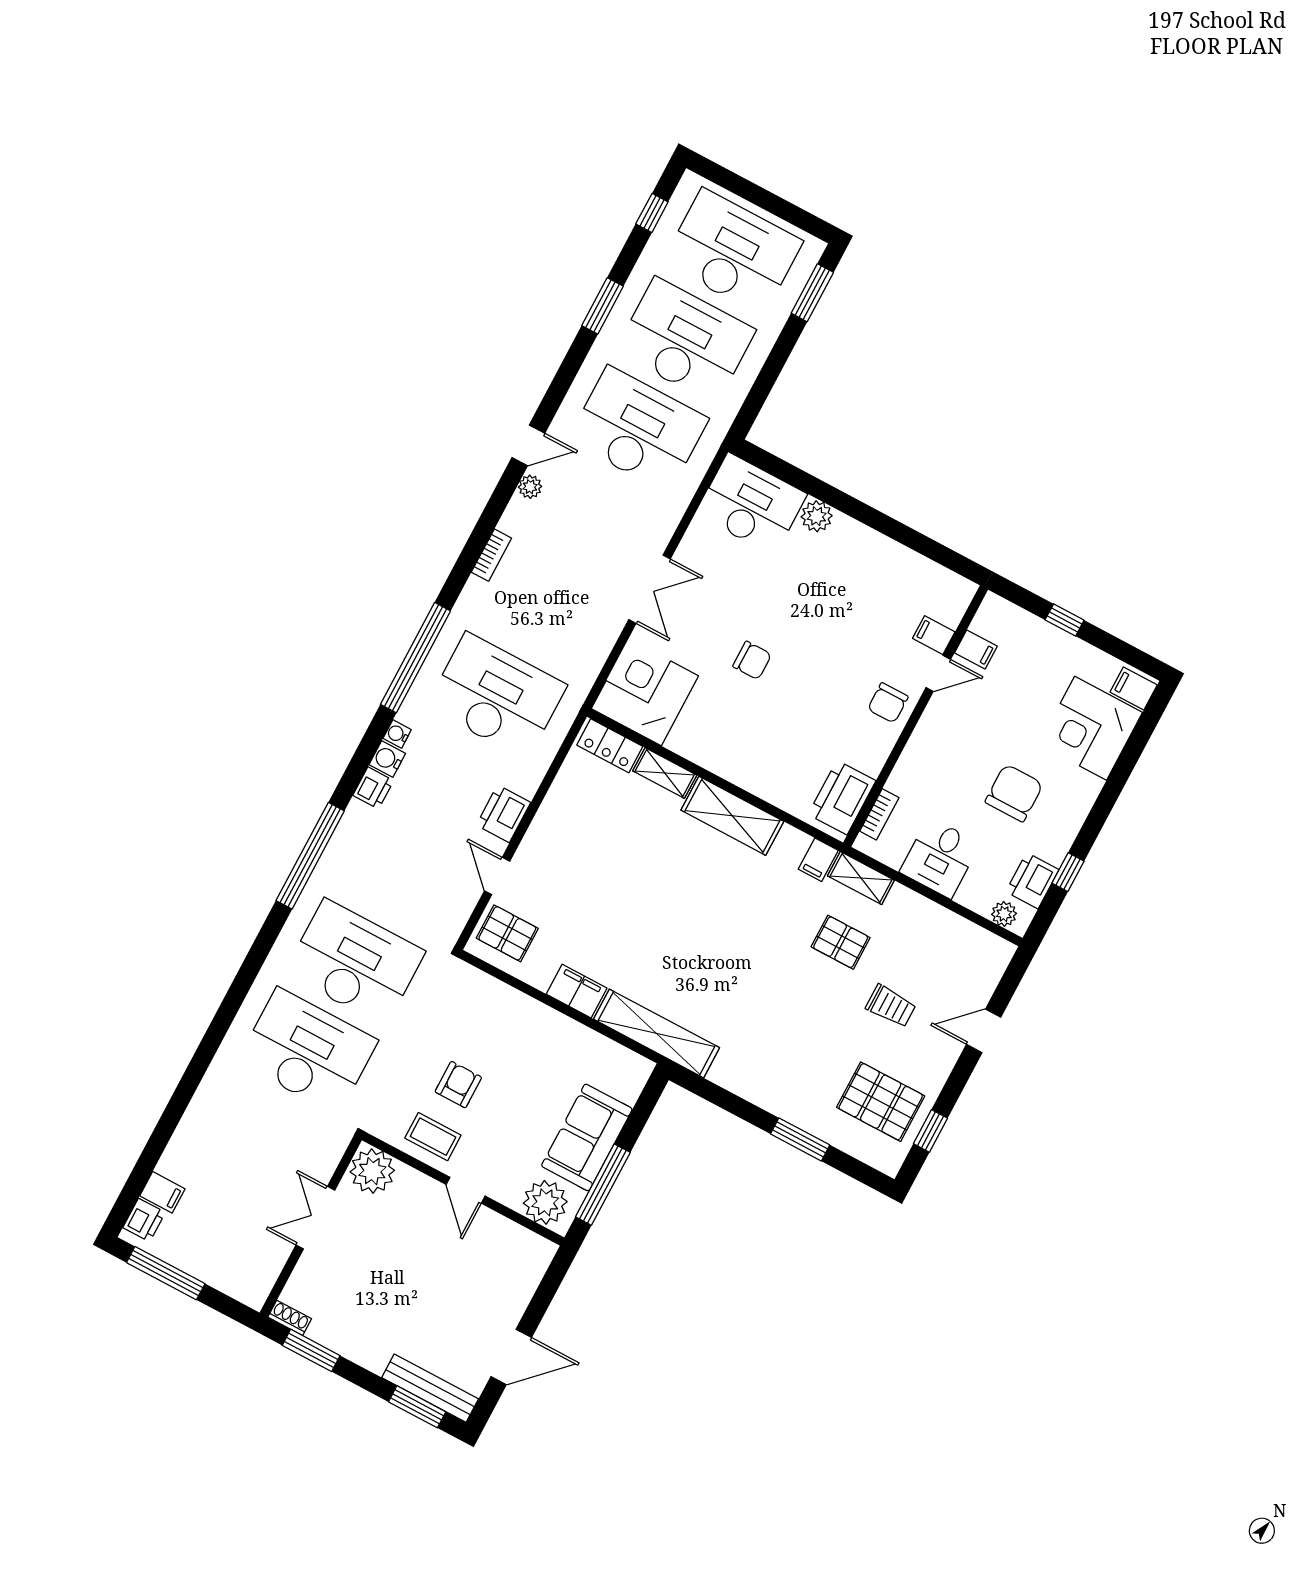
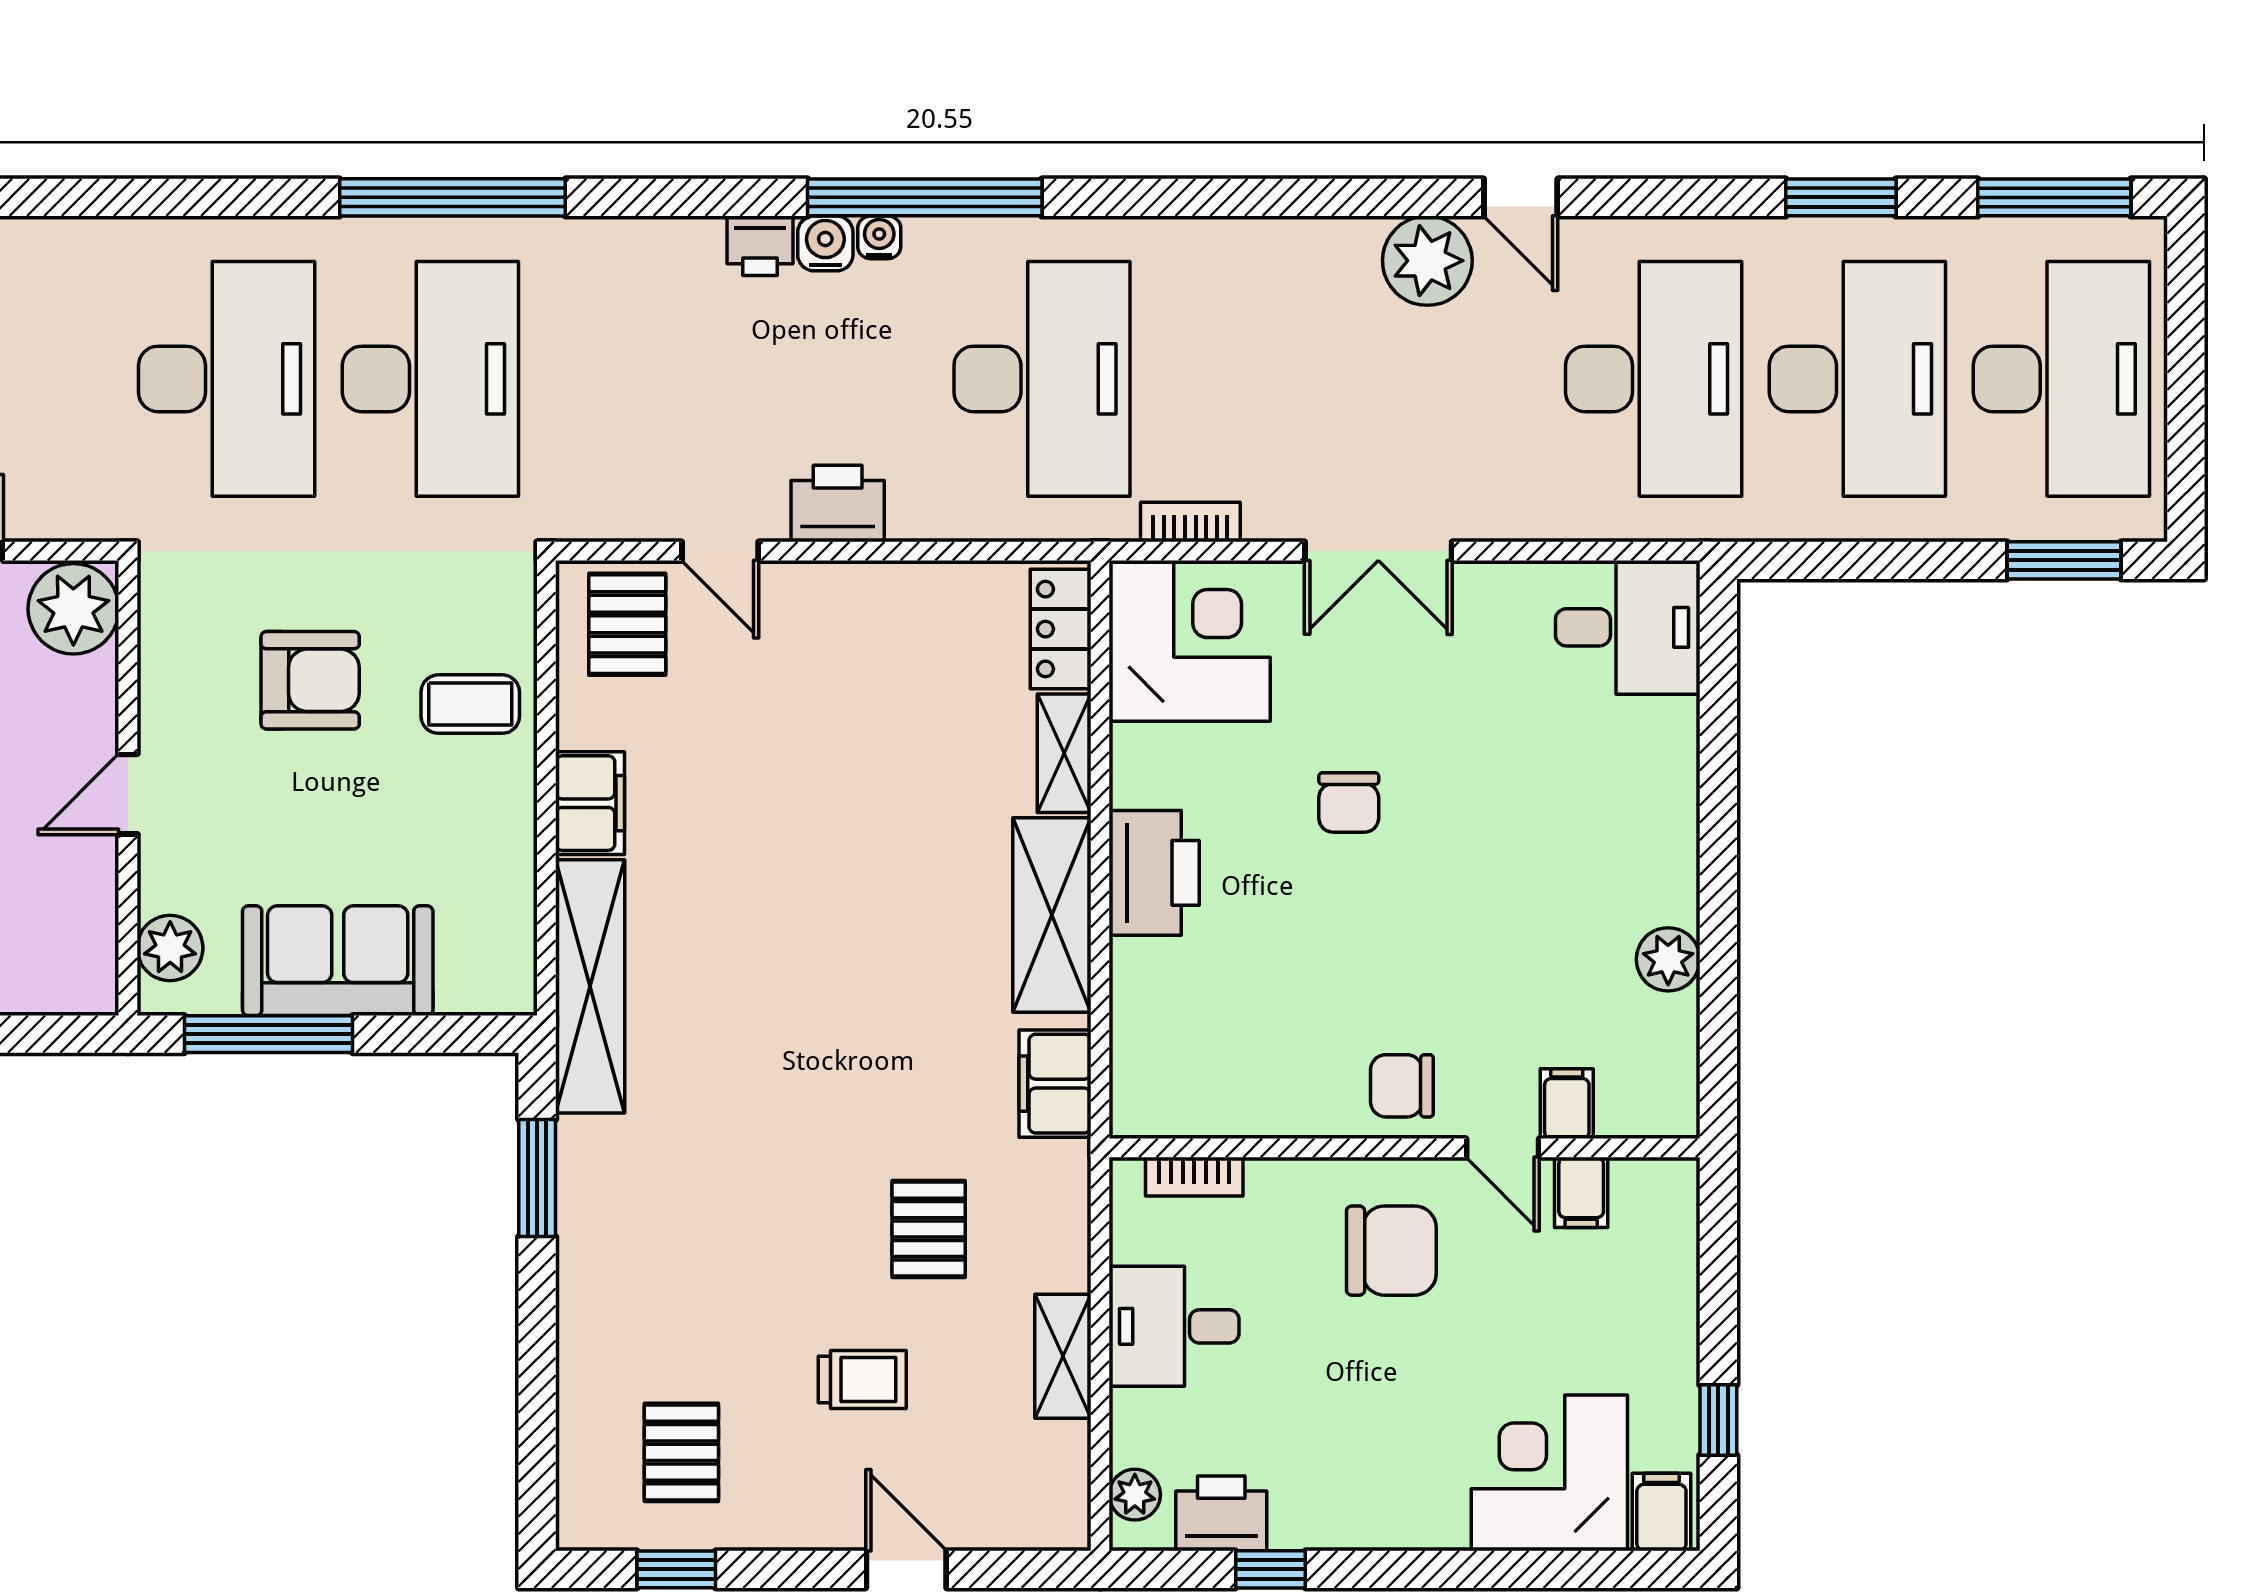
window: (652, 213) -> (2054, 197), width x2.17
plant: (530, 487) -> (1427, 261), width x1.88, depth x1.88
desk: (751, 504) -> (1628, 627), width x0.73
plant: (817, 516) -> (1668, 959), moved
bookcase: (491, 555) -> (1190, 522), moved, turned 180
window: (1065, 620) -> (1718, 1420), moved
window: (415, 658) -> (925, 197), moved
chair: (1014, 793) -> (1391, 1251), moved
printer: (842, 798) -> (1154, 873), moved, turned 90
window: (310, 856) -> (452, 197), moved
filing cabinet: (818, 860) -> (1055, 1084), width x2.00
door: (497, 876) -> (720, 551), swing flipped
shelving: (861, 878) -> (1063, 1356), moved
trolley: (891, 1006) -> (862, 1380), turned -90
armchair: (458, 1085) -> (310, 680), width x1.38, depth x1.38
pallet: (881, 1102) -> (681, 1452), width x0.67, depth x0.71
coffee table: (433, 1137) -> (470, 704), moved, turned 90
window: (800, 1139) -> (537, 1178), moved
plant: (545, 1202) -> (170, 948), width x0.73, depth x0.73

